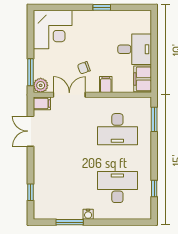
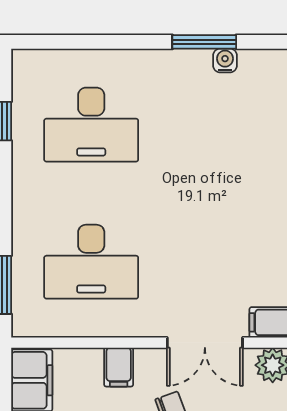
desk: (117, 129) -> (91, 262), turned 180
water cooler: (88, 214) -> (225, 60), moved

